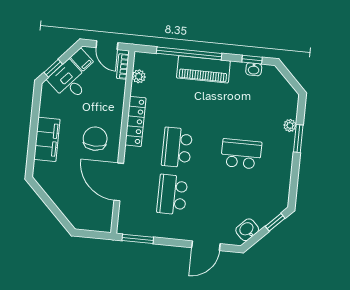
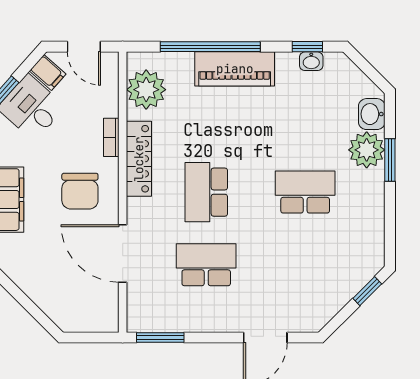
bookcase: (123, 66) -> (111, 137), moved
plant: (139, 76) -> (146, 90), width x1.88, depth x1.88
plant: (290, 125) -> (367, 150), width x1.88, depth x1.88
chair: (95, 139) -> (80, 191), turned 180
school desk: (172, 195) -> (206, 265), turned 90
washbasin: (247, 230) -> (372, 114), moved, turned -45

